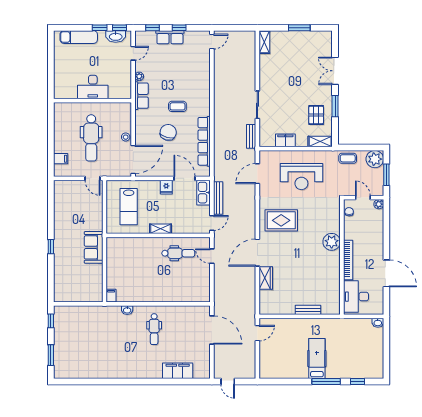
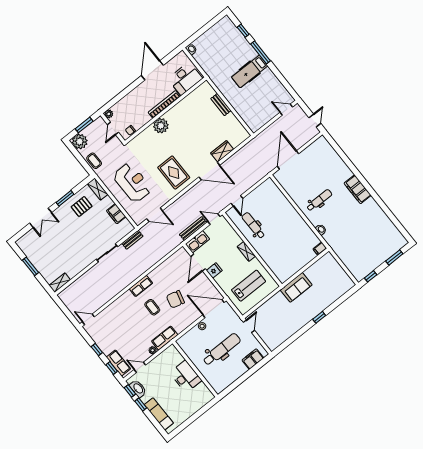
row of seats: (170, 37) -> (118, 363), moved
row of seats: (204, 141) -> (141, 286), moved, width x0.50
filing cabinet: (61, 159) -> (253, 359), width x2.00
door: (257, 333) -> (286, 110), moved
filing cabinet: (178, 371) -> (358, 189), moved

